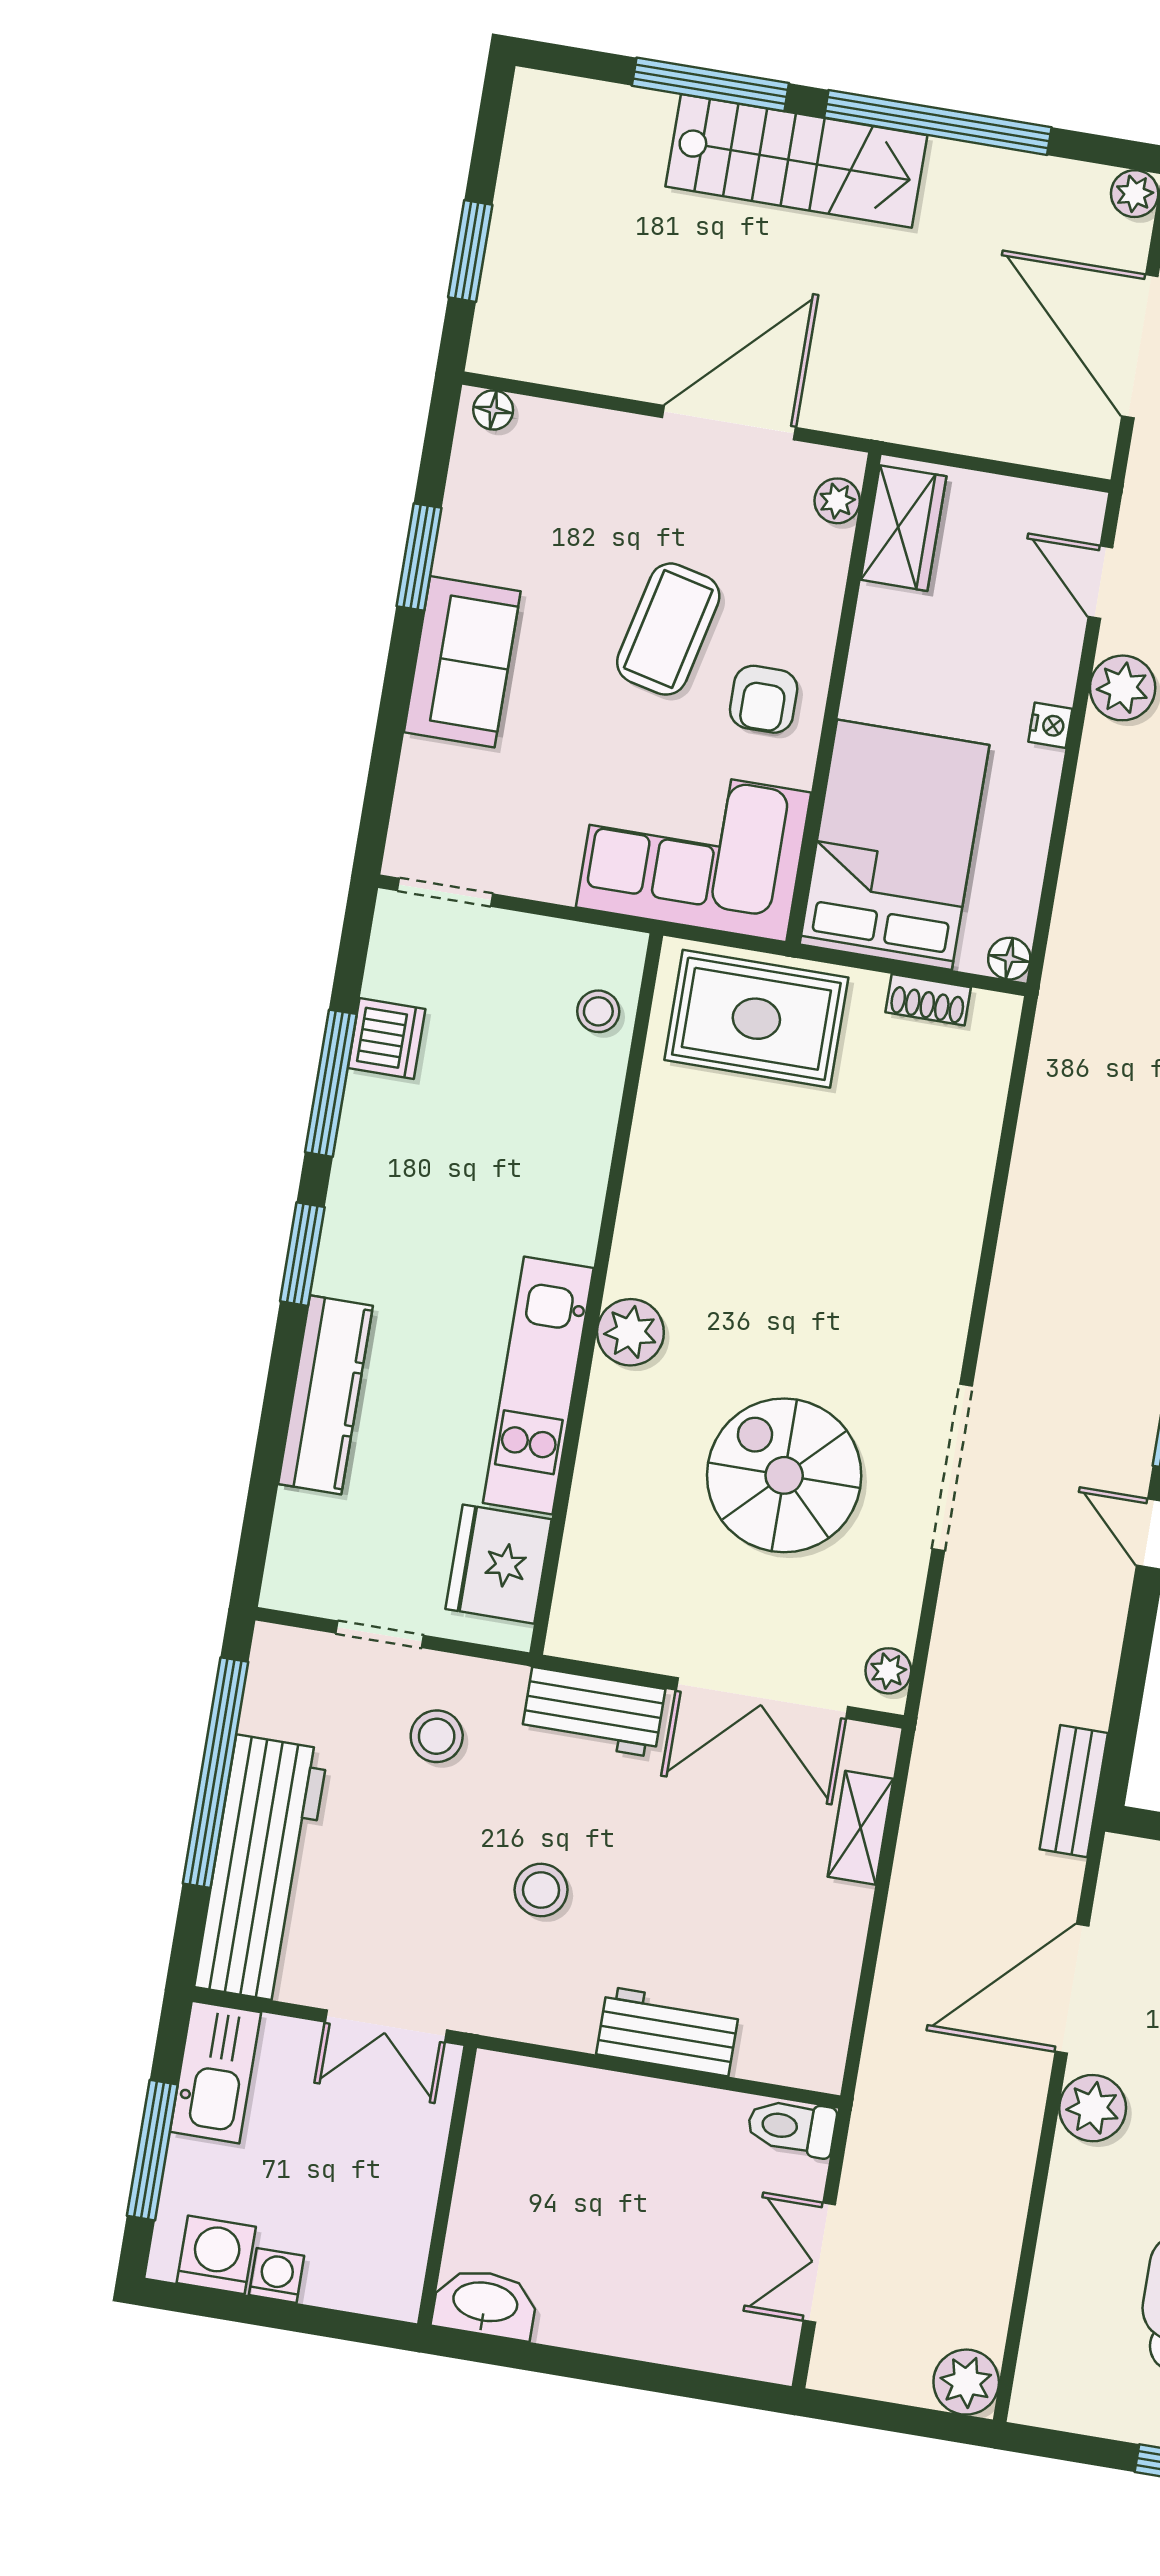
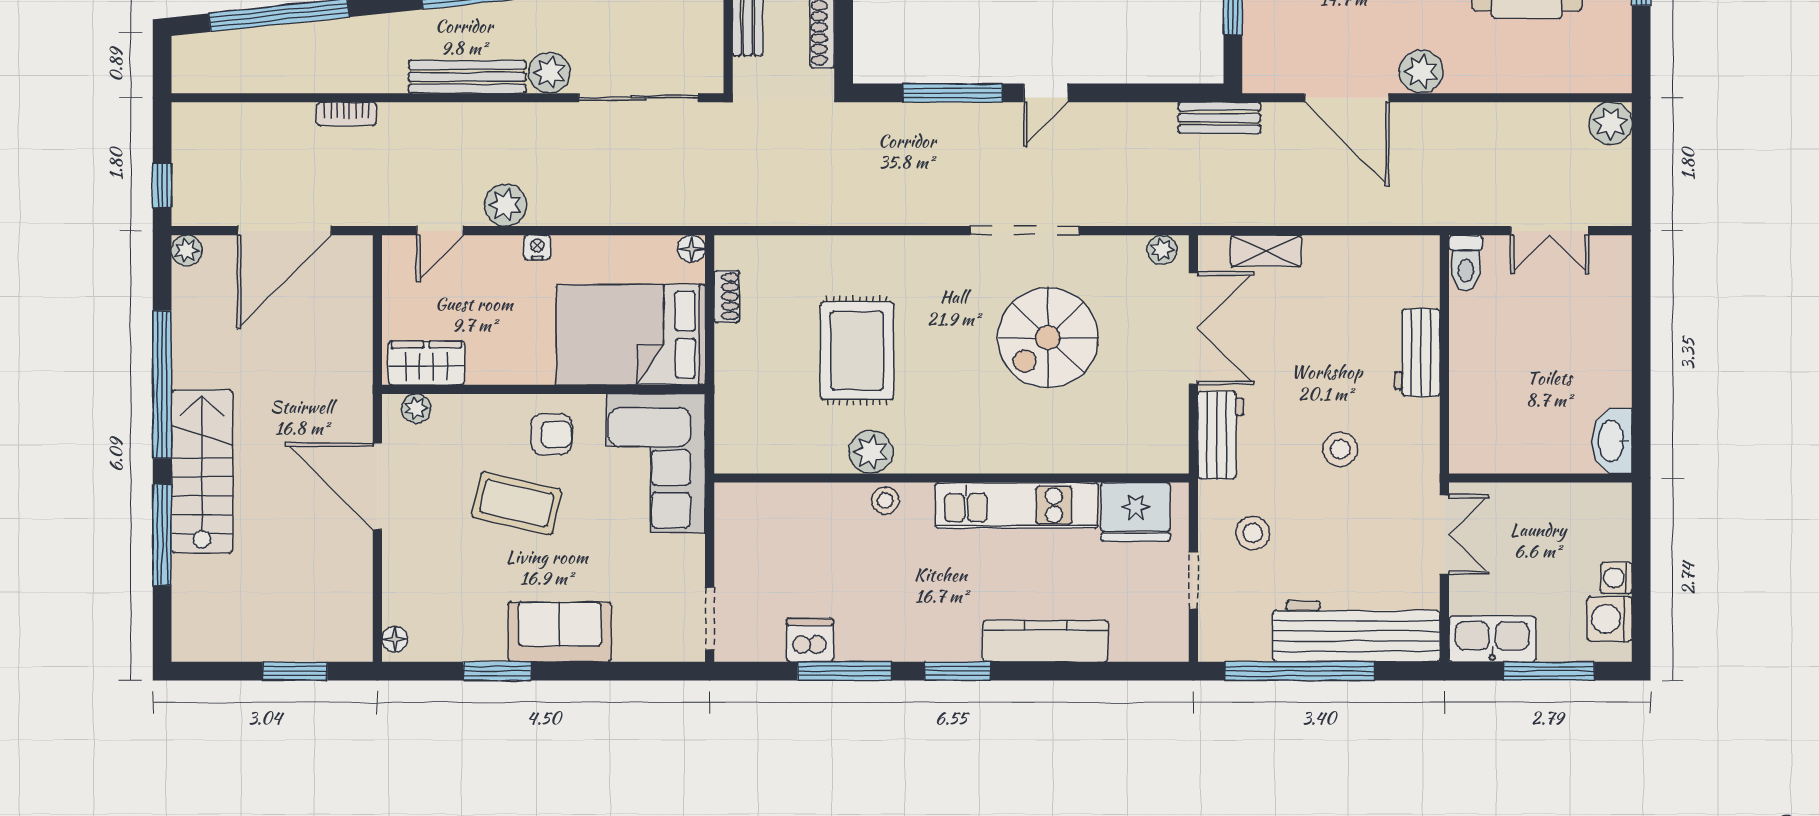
stool: (598, 1011) -> (885, 501), moved
rug: (756, 1019) -> (857, 351), moved
plant: (630, 1332) -> (871, 452), moved

